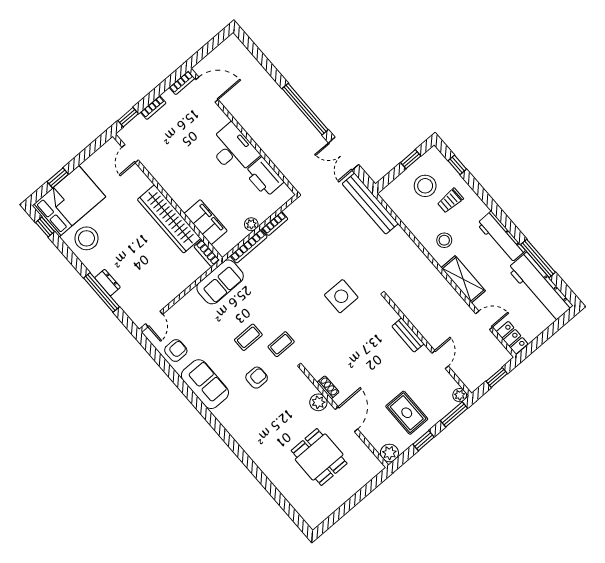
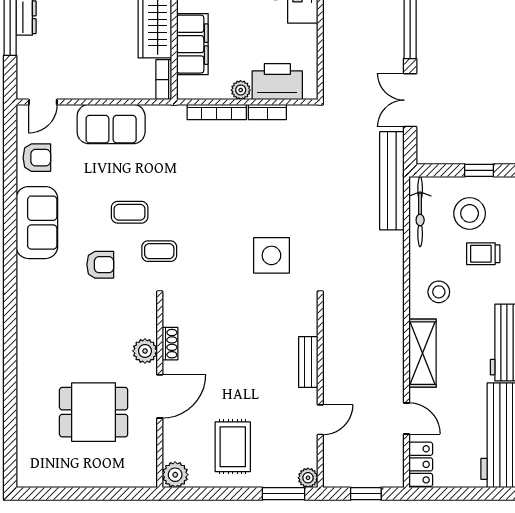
printer: (264, 177) -> (277, 82), moved, turned 90
bicycle: (399, 207) -> (420, 212), added
sofa: (220, 282) -> (111, 124), moved
window: (424, 441) -> (225, 494), removed
dining table: (319, 457) -> (94, 412), turned 90

